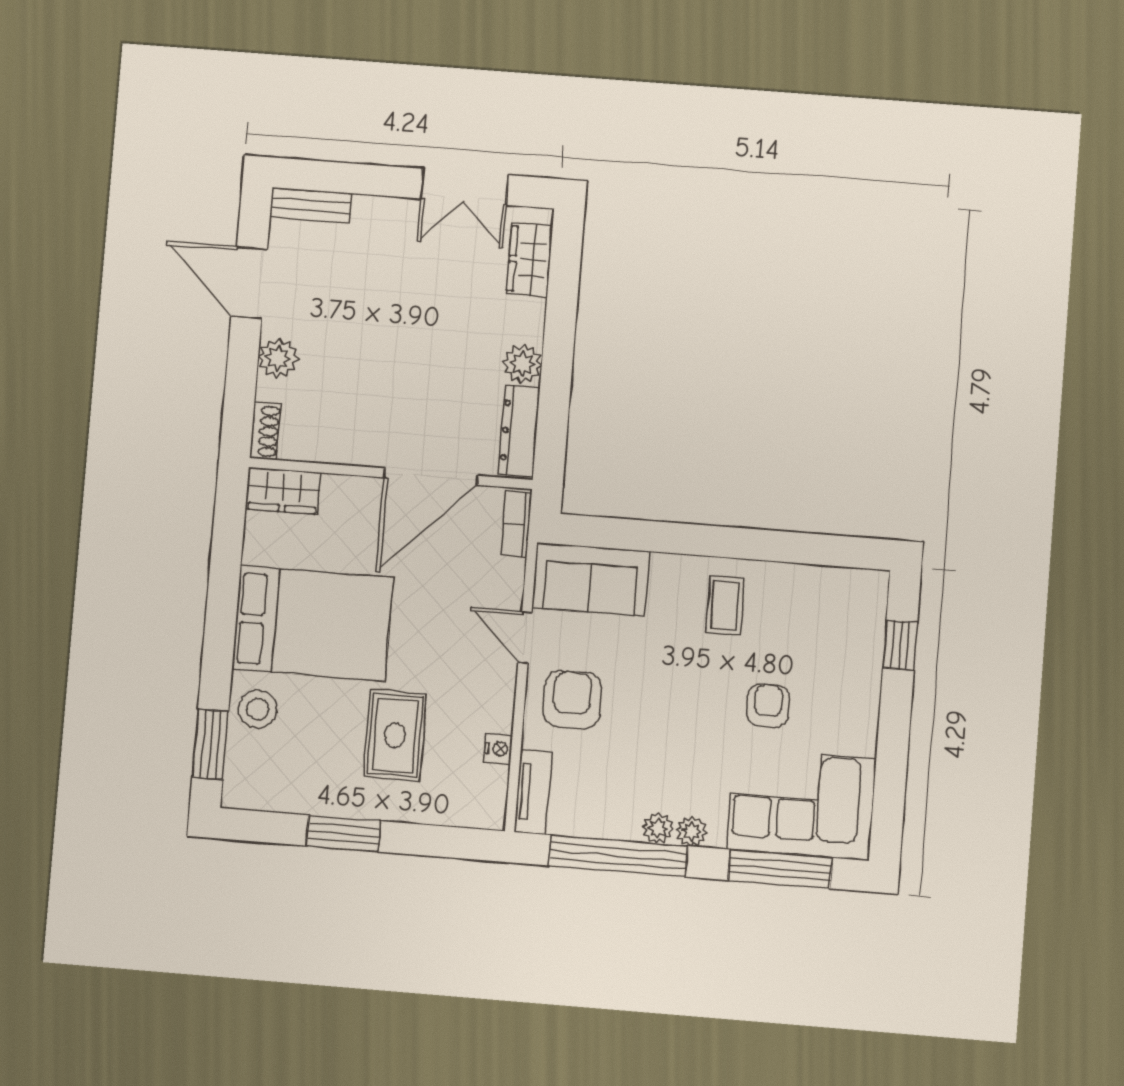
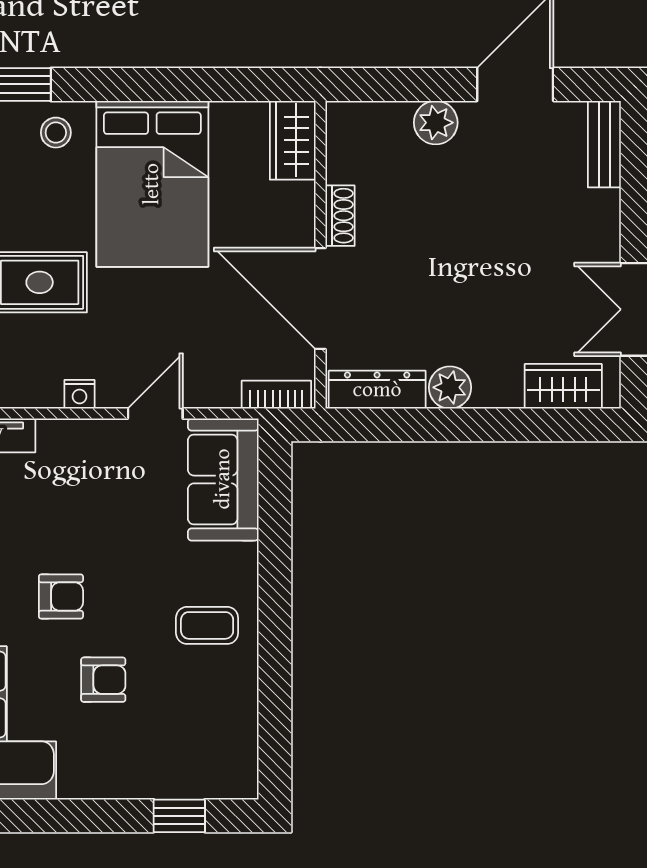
shoe rack: (265, 431) -> (340, 216), moved, turned -90
armchair: (572, 700) -> (61, 597), moved, width x0.72, depth x0.72
stool: (258, 709) -> (56, 133), width x0.73, depth x0.73
nightstand: (498, 749) -> (79, 394), moved

